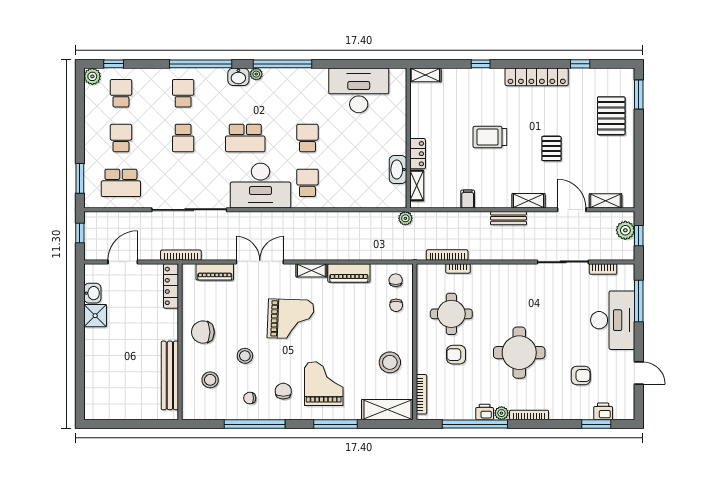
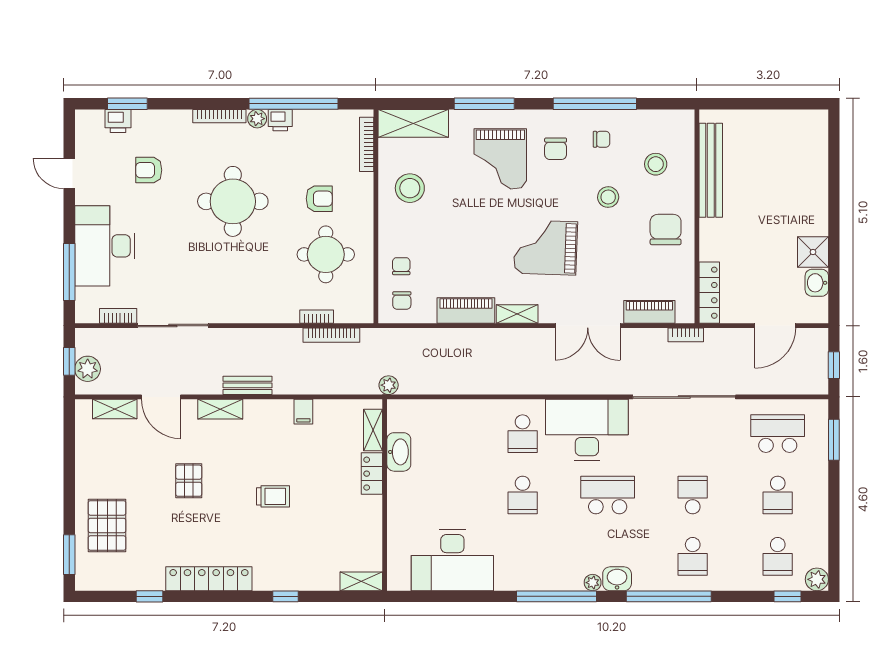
trolley: (490, 137) -> (273, 496), width x0.73, depth x0.72
bookcase: (181, 255) -> (686, 335), width x0.64
chair: (203, 332) -> (666, 230), turned -90

